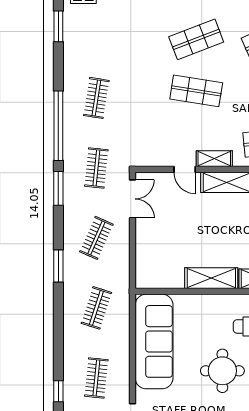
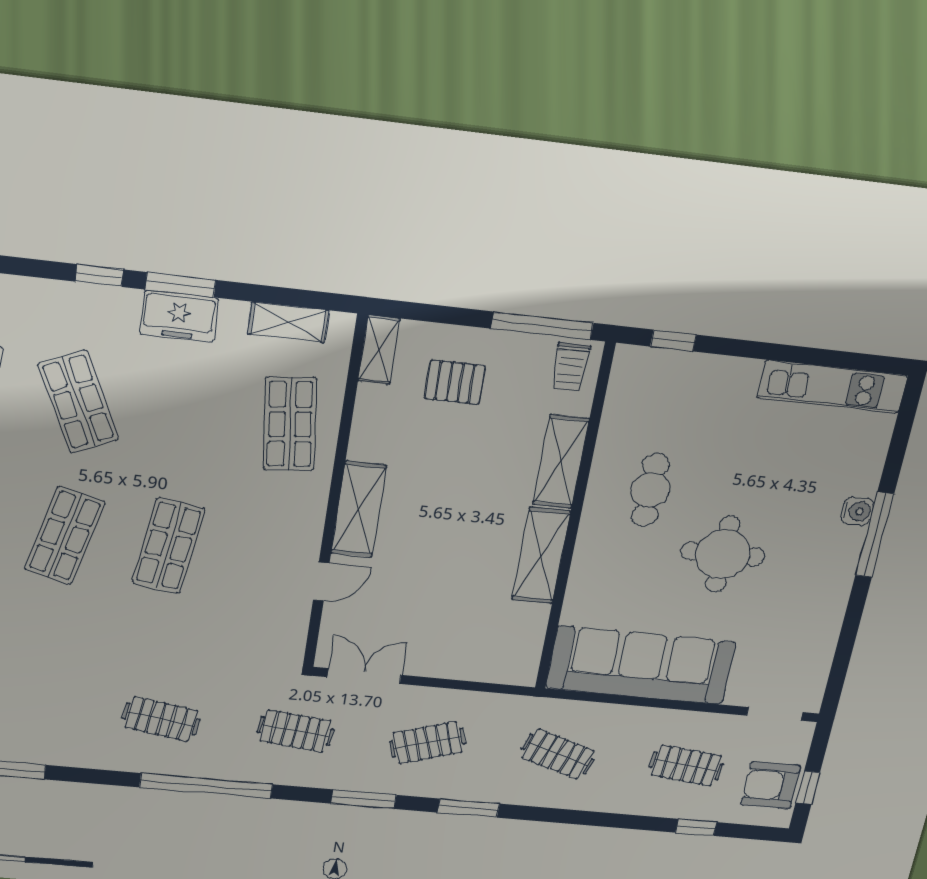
shop shelf: (196, 39) -> (65, 536), turned 36
shelving: (214, 159) -> (308, 527), removed
window: (58, 188) -> (364, 799), moved
clothes rail: (96, 238) -> (428, 743), turned -42

